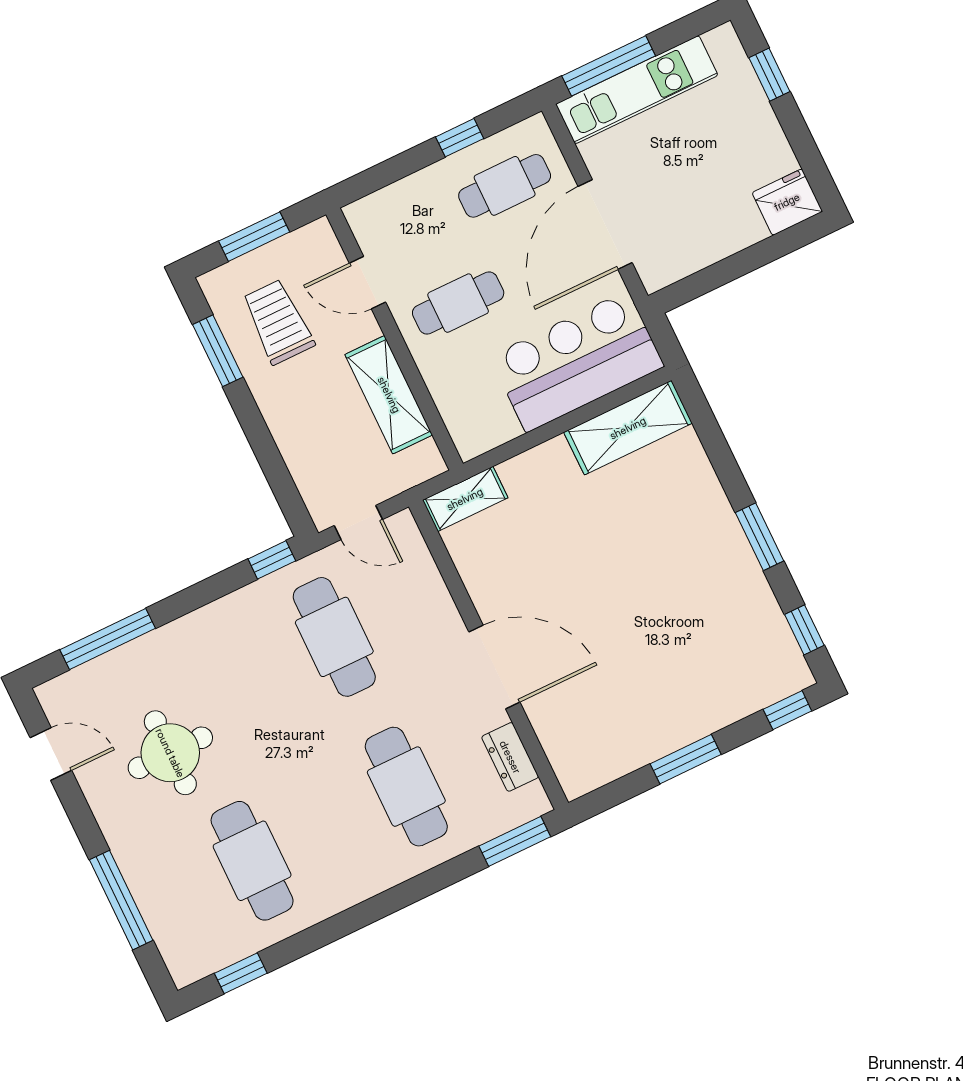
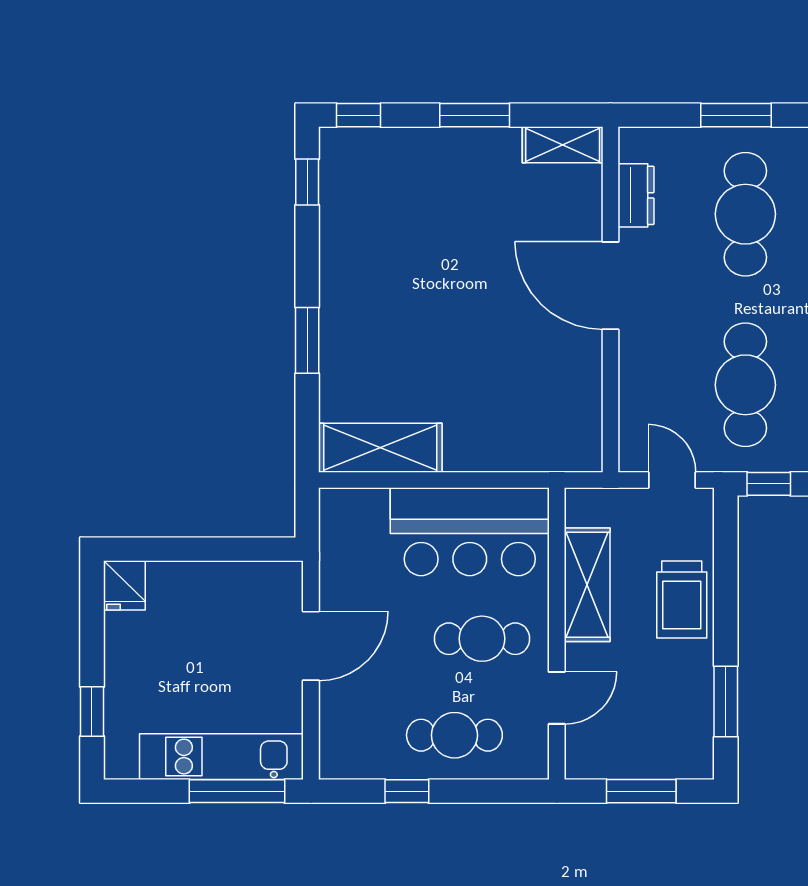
cafe table: (505, 186) -> (454, 735), moved
fridge: (787, 202) -> (124, 585), width x0.72
door: (605, 225) -> (311, 646), width x0.73
door: (368, 283) -> (557, 698), hinge flipped
trolley: (278, 322) -> (682, 600), moved
bar counter: (577, 361) -> (470, 532), moved
shelving: (465, 499) -> (563, 145), moved
window: (759, 537) -> (307, 340), moved
window: (515, 841) -> (736, 115), moved

